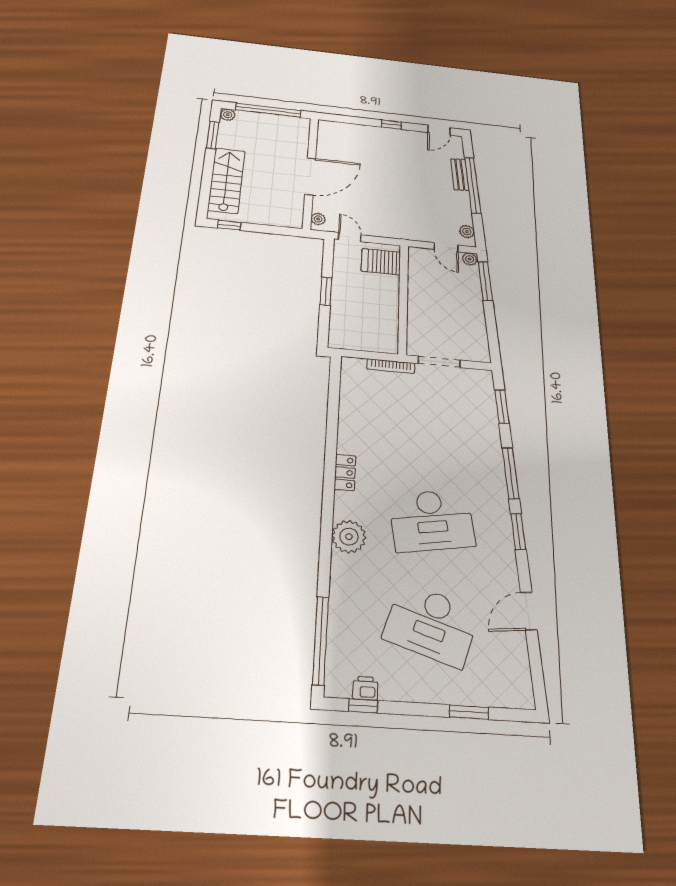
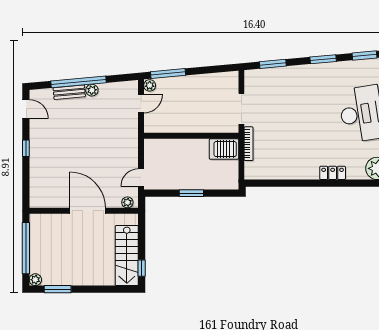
stairs: (227, 180) -> (127, 255), moved, turned -90
plant: (467, 232) -> (92, 90), moved
server rack: (381, 262) -> (224, 149), moved, turned 90
window: (511, 473) -> (323, 59), width x0.69

